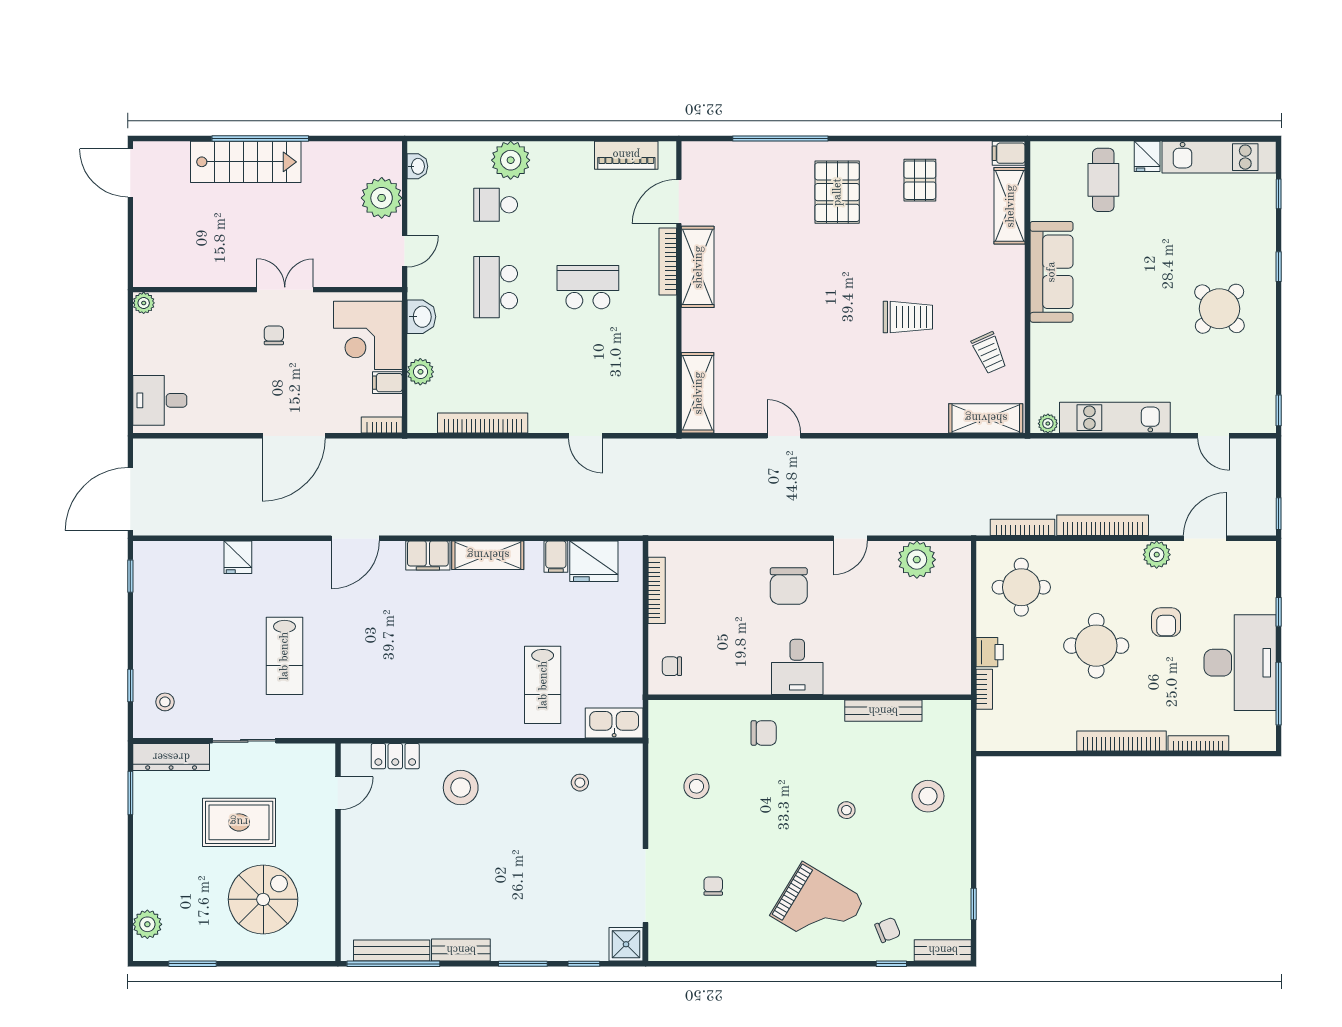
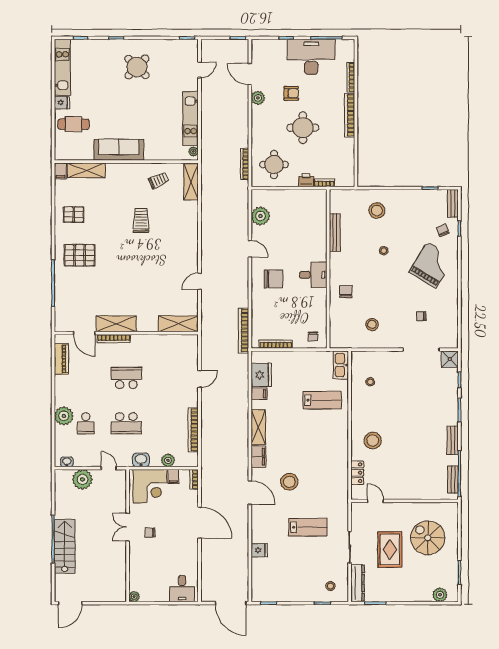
school desk: (588, 287) -> (126, 378), turned 90
bookcase: (1103, 525) -> (244, 331), moved
stool: (377, 618) -> (289, 482), added
bench: (392, 951) -> (453, 480), width x0.73

